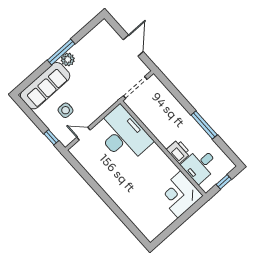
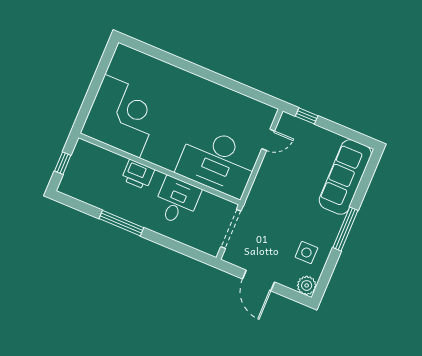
plant: (68, 59) -> (307, 285), moved
side table: (66, 110) -> (306, 253), moved
desk: (200, 165) -> (177, 201), moved
corner desk: (179, 195) -> (122, 116), width x1.36, depth x1.36

